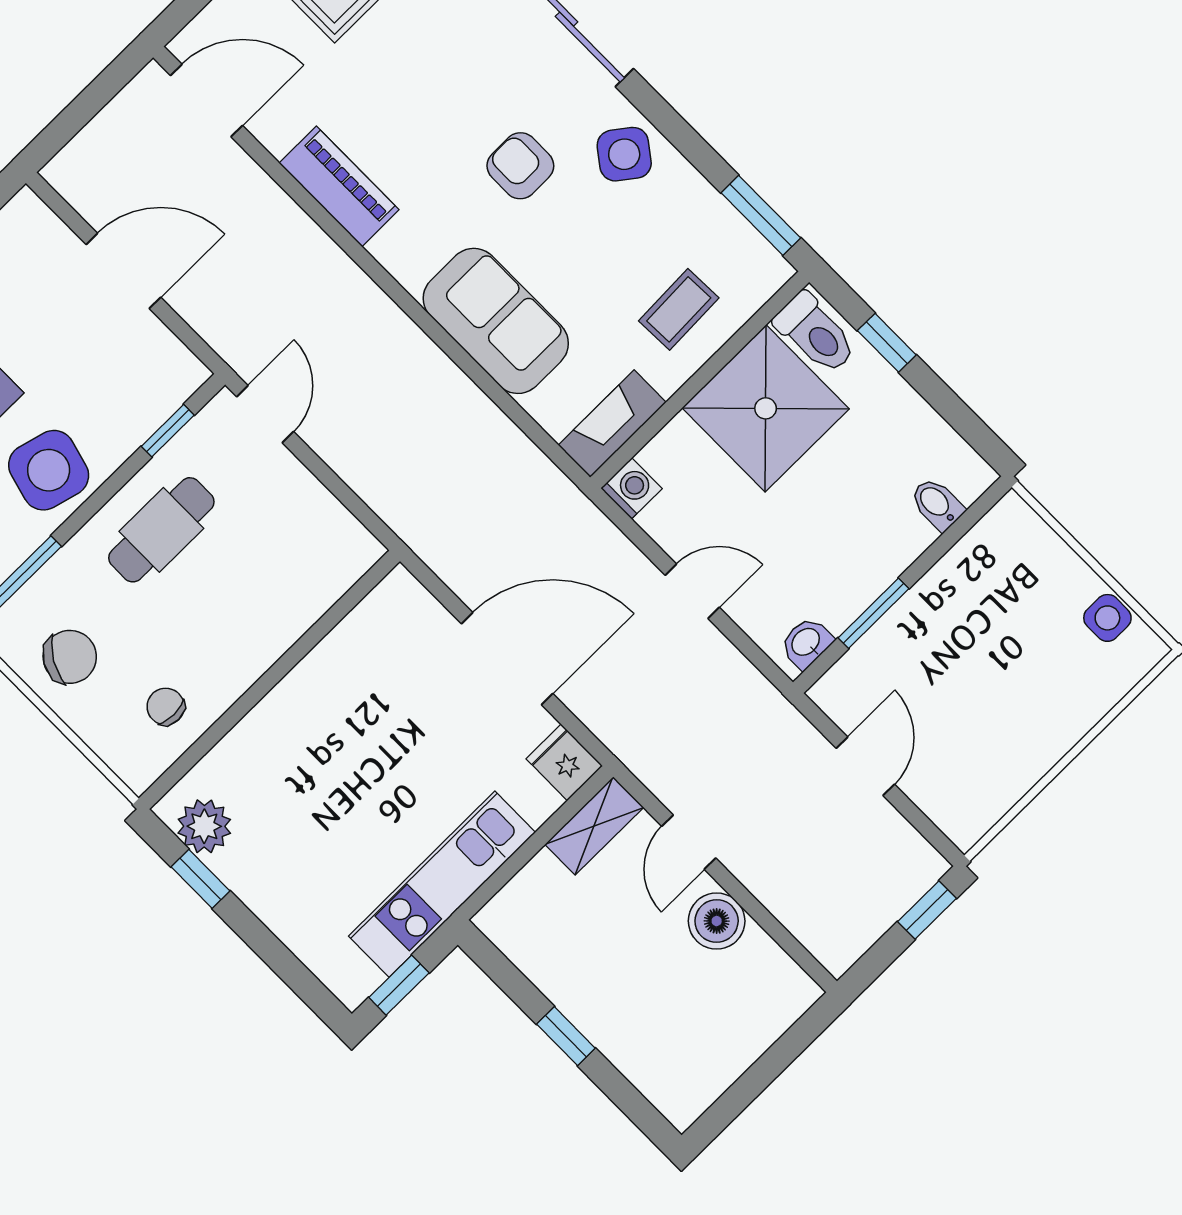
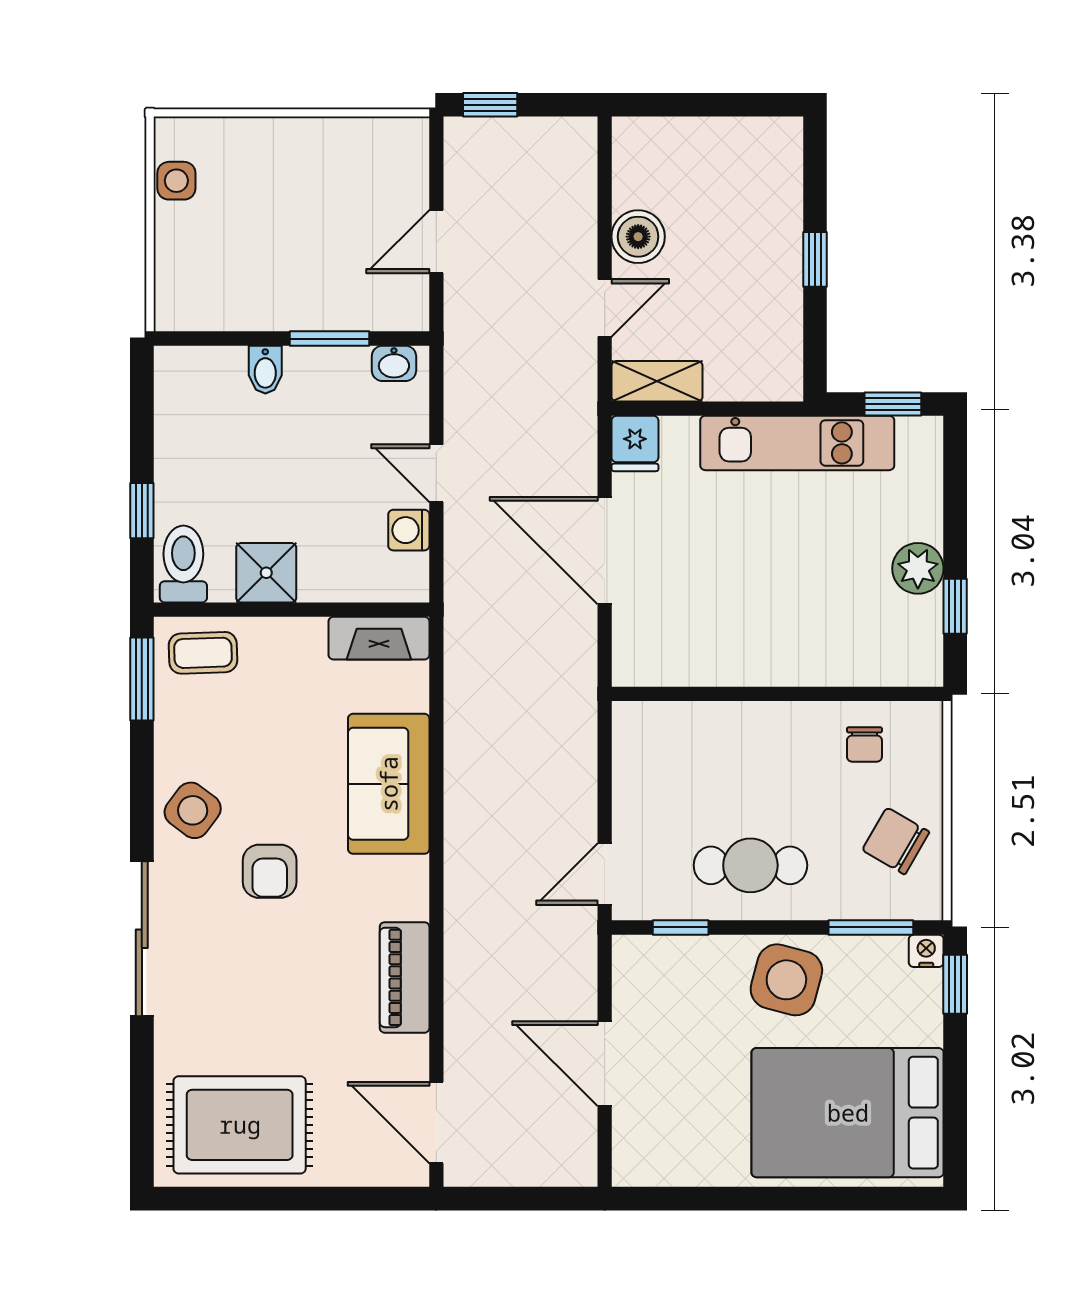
coffee table: (679, 309) -> (203, 653), moved
shower: (766, 408) -> (266, 573), width x0.54, depth x0.54
washing machine: (631, 488) -> (409, 530), moved
bidet: (937, 504) -> (265, 370), moved
plant: (204, 826) -> (918, 568), moved

